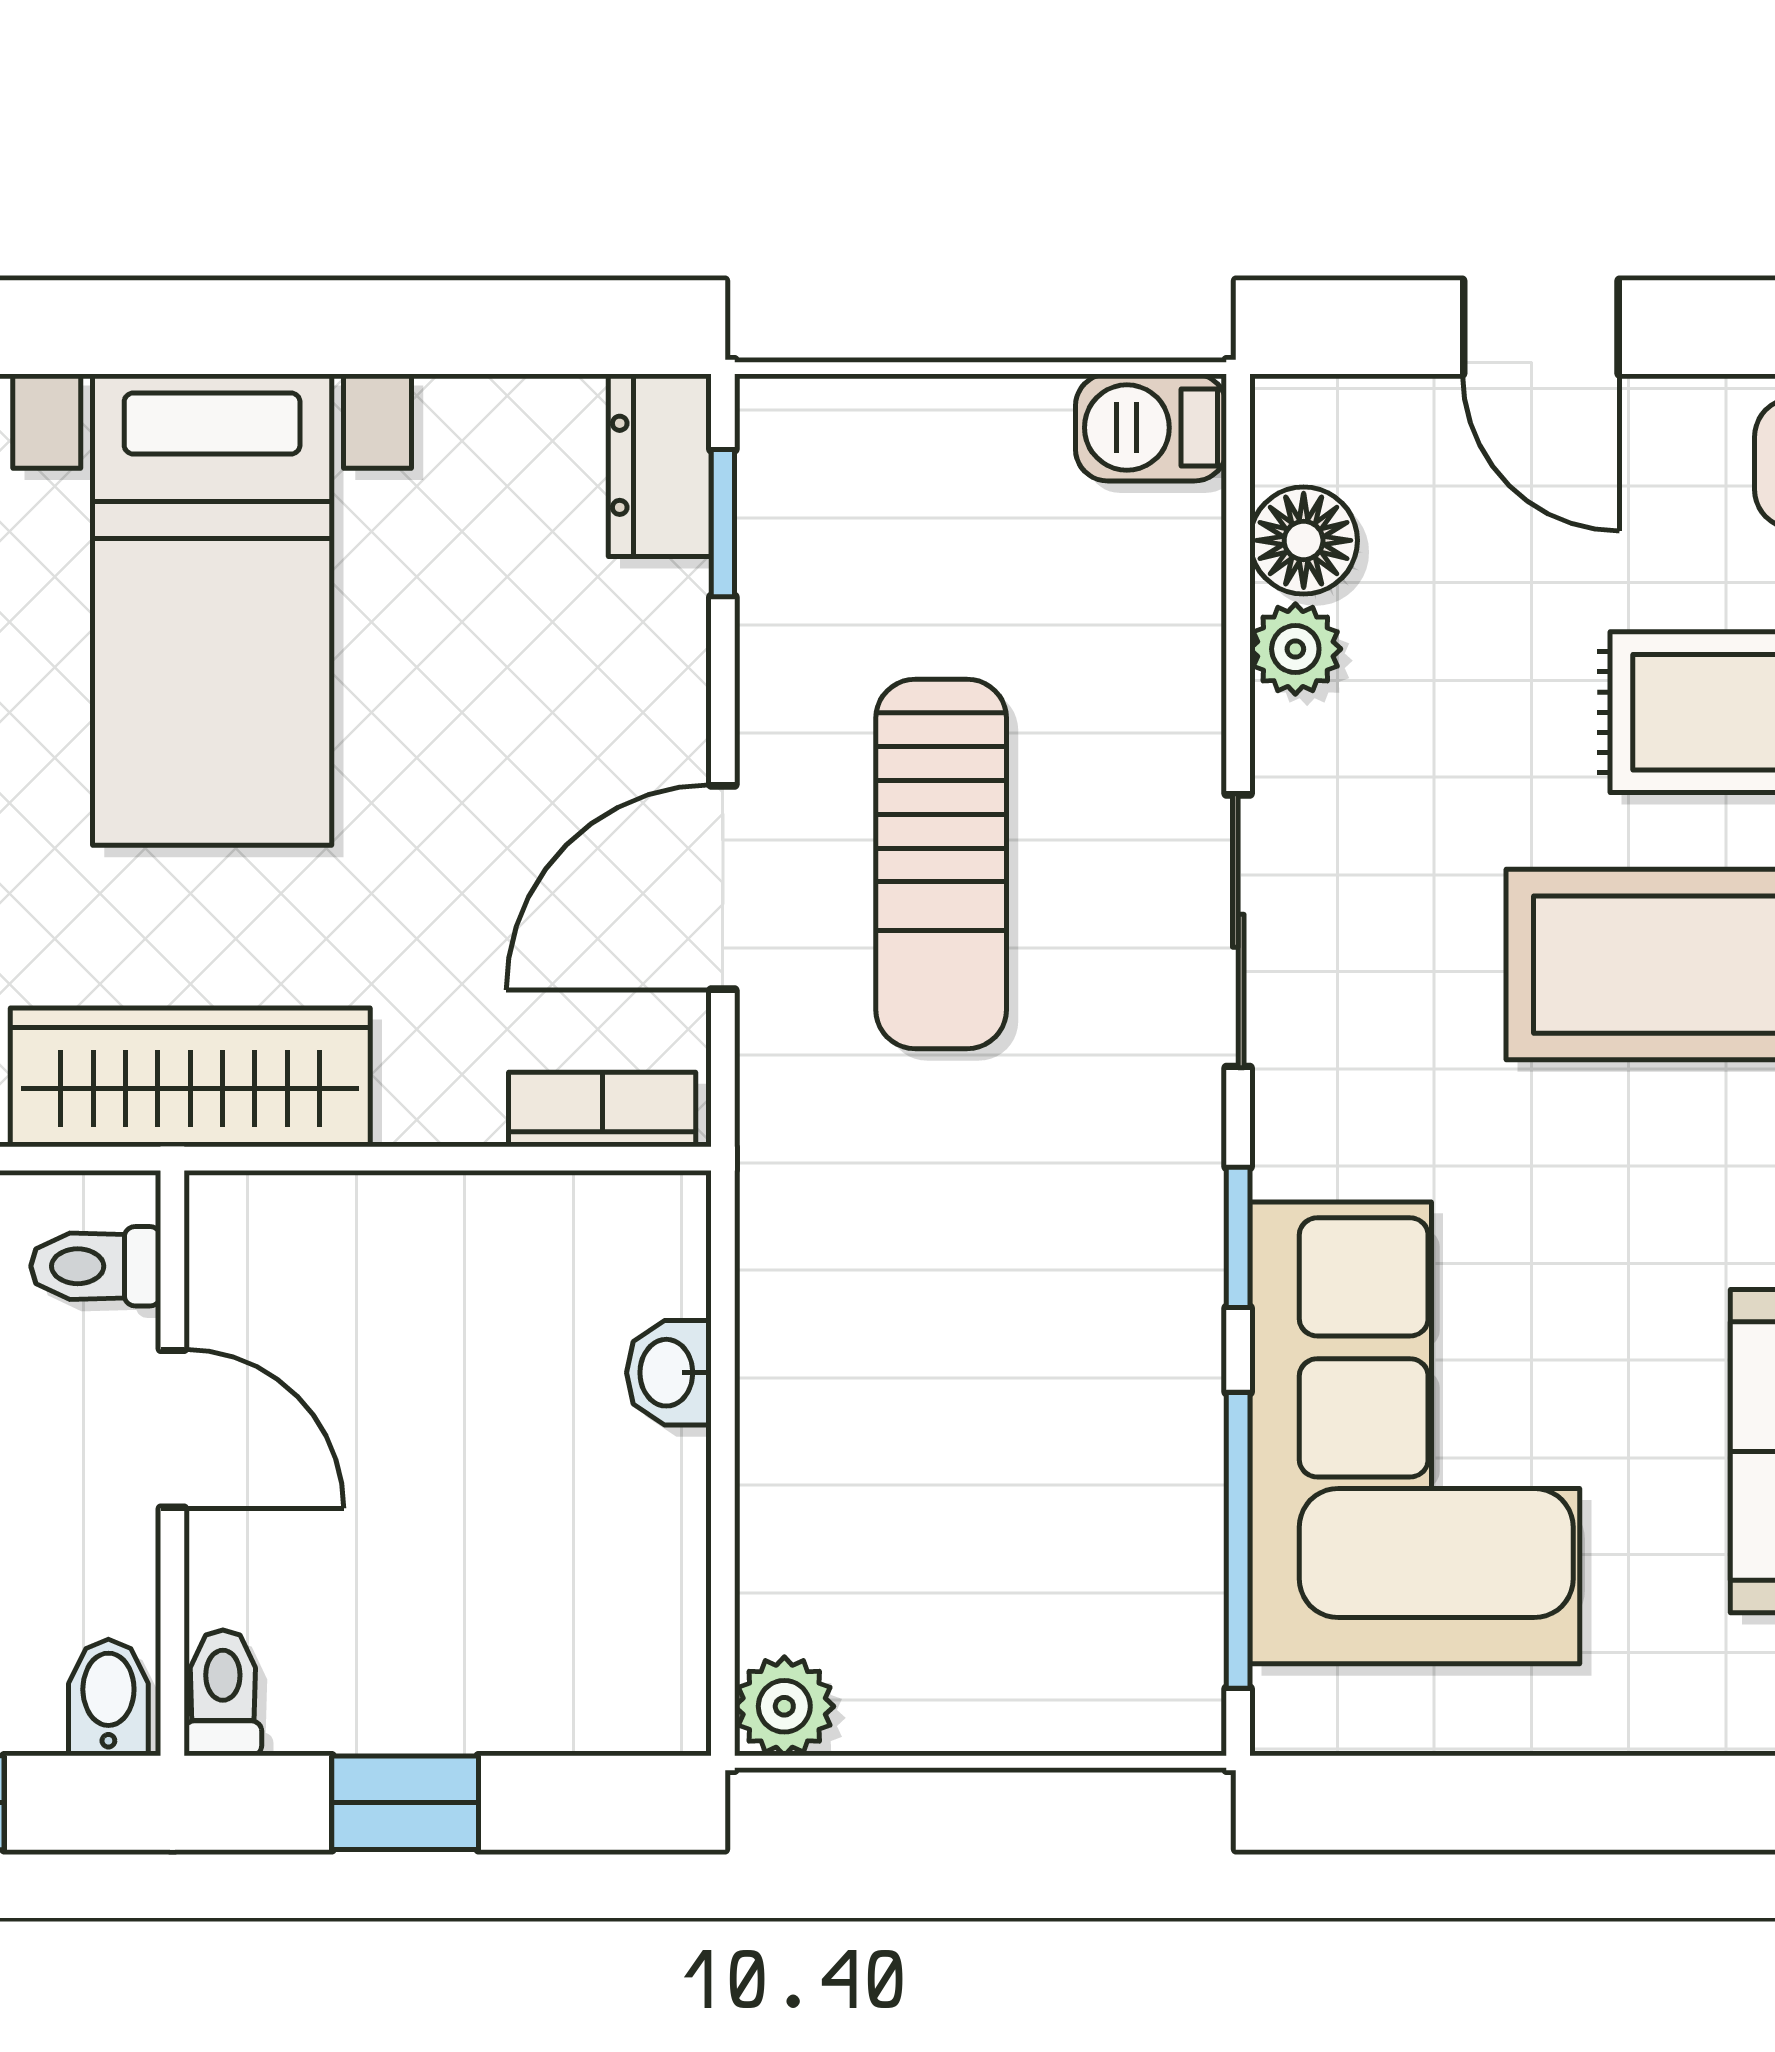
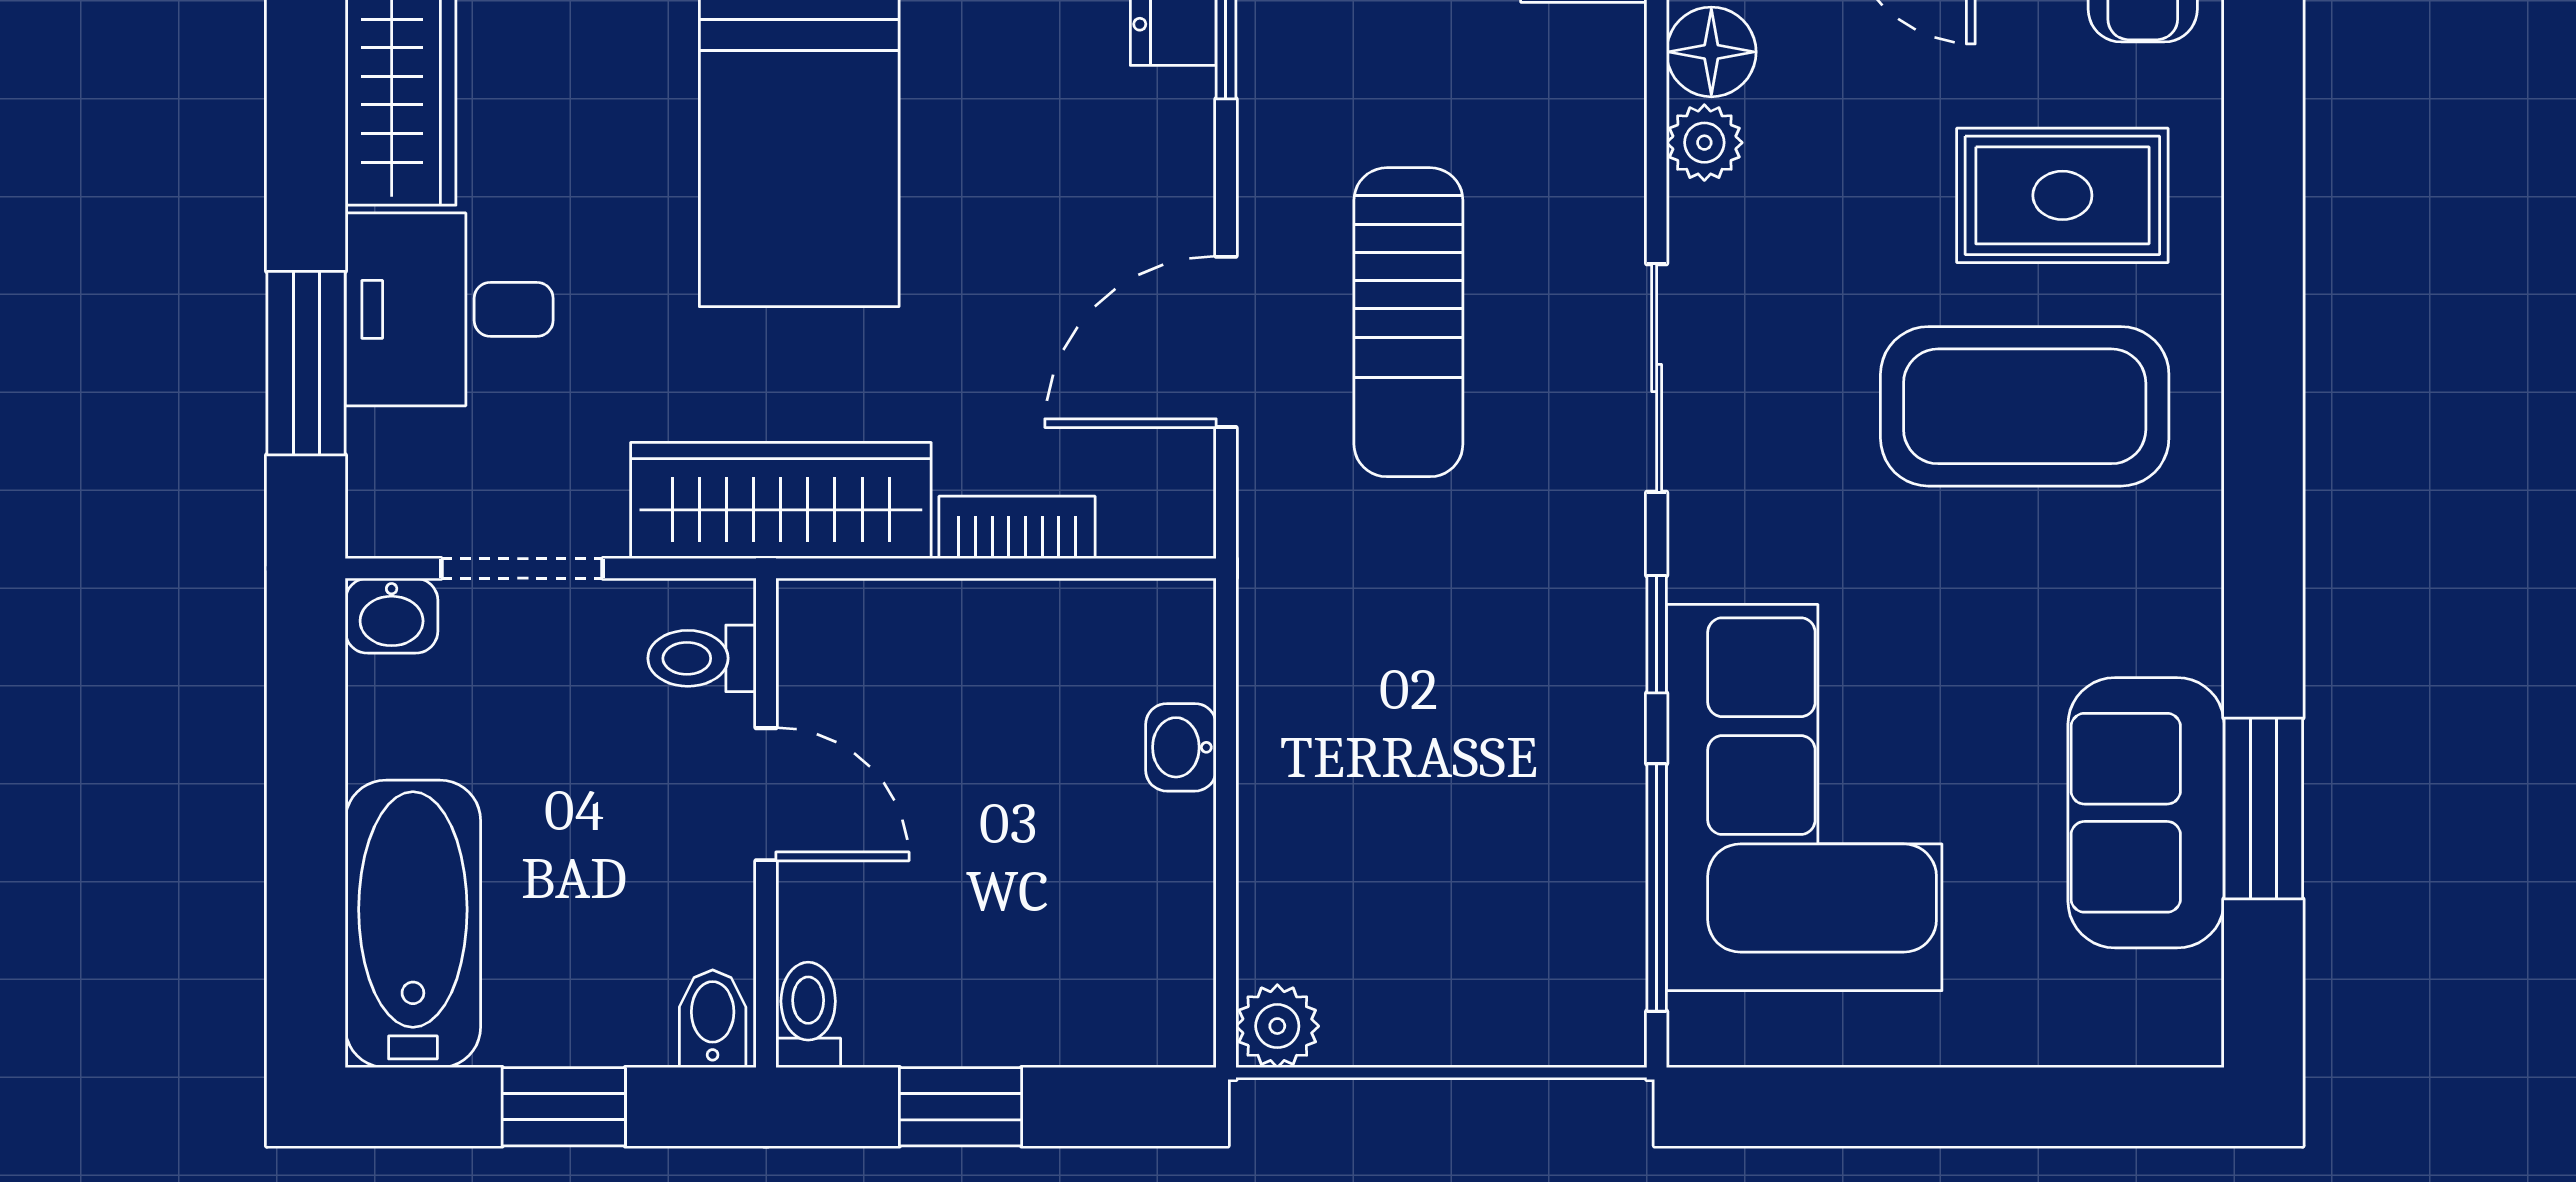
bookcase: (602, 1110) -> (1017, 527), moved

